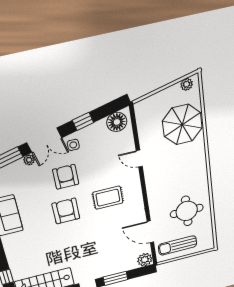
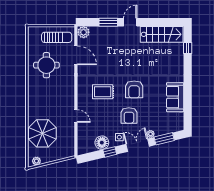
floor lamp: (117, 122) -> (102, 143), moved

